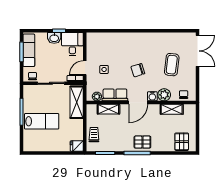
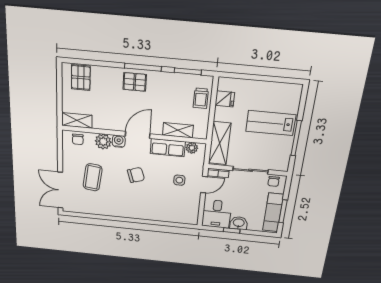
shelving: (172, 109) -> (77, 120), moved
fridge: (77, 146) -> (225, 99), moved

